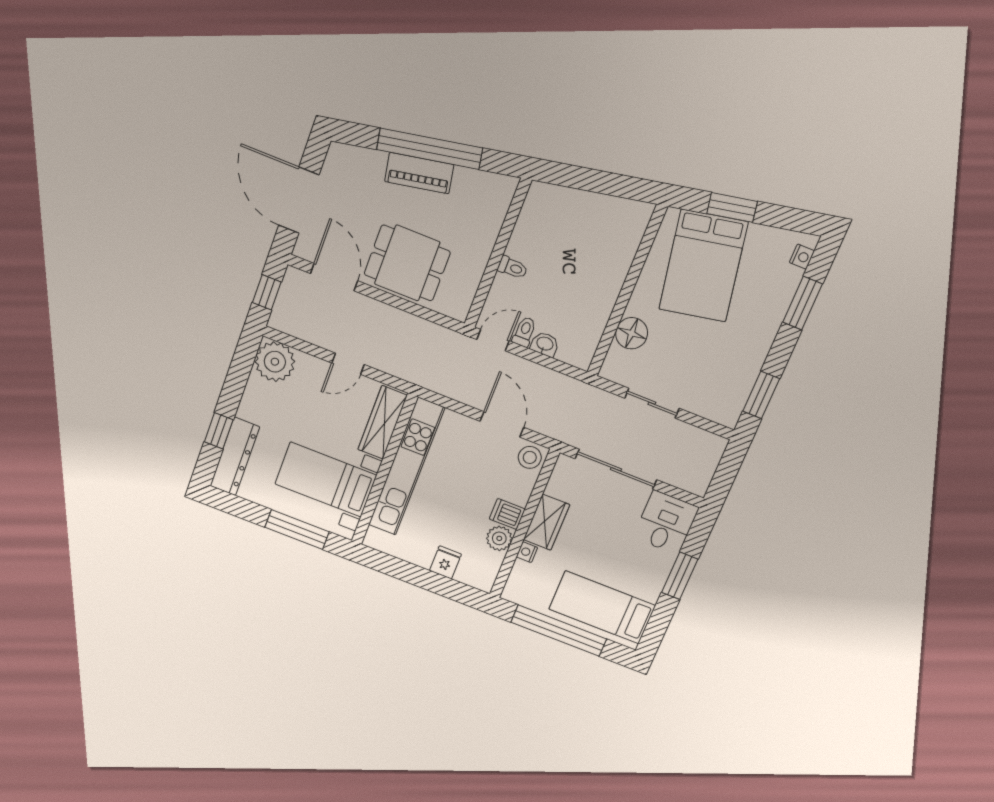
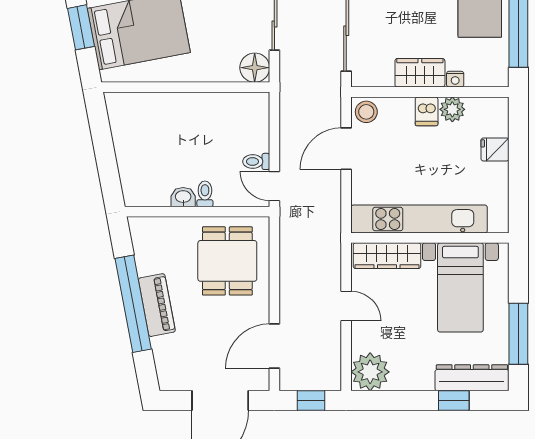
dining table: (407, 263) -> (227, 261), moved
floor lamp: (632, 333) -> (255, 68), moved
washbasin: (545, 344) -> (183, 197), moved, turned 90
window: (297, 530) -> (518, 334), moved

